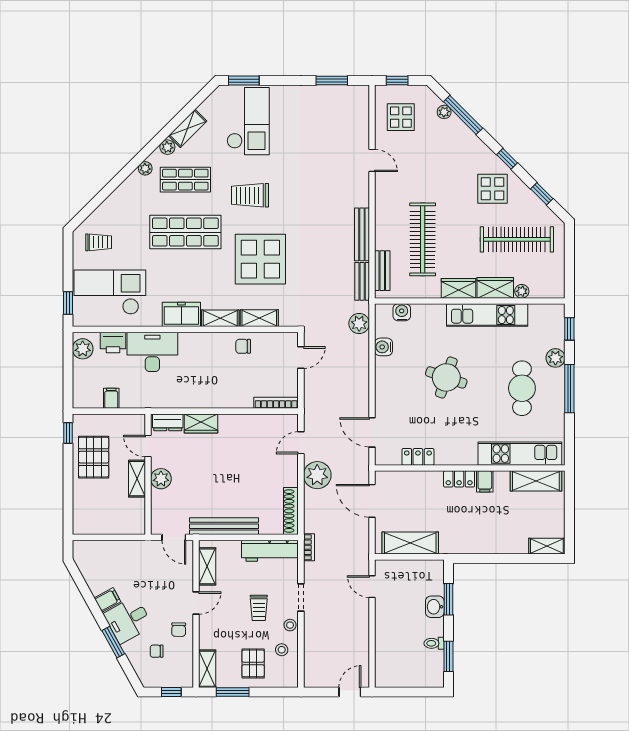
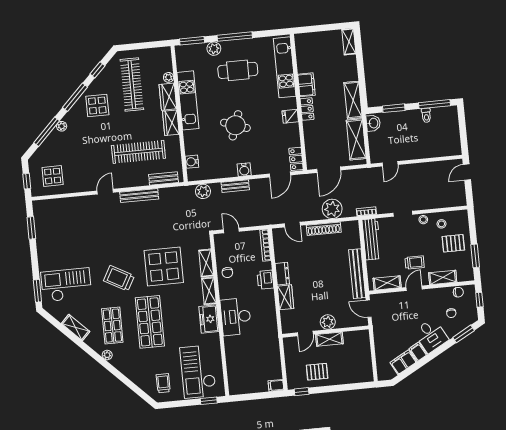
plant: (444, 112) -> (62, 126), moved
plant: (167, 147) -> (90, 341), removed
window: (507, 159) -> (75, 97), width x2.17
door: (372, 160) -> (105, 192), moved
trolley: (250, 195) -> (119, 278), turned 119
bench: (362, 281) -> (235, 186), moved
window: (569, 329) -> (192, 41), width x1.50
printer: (113, 343) -> (265, 280), moved, turned 180
water cooler: (384, 347) -> (244, 170), moved
plant: (83, 349) -> (240, 387), removed
desk: (152, 352) -> (236, 317), moved
filing cabinet: (111, 398) -> (276, 385), moved
dresser: (168, 422) -> (282, 274), moved
fridge: (451, 455) -> (290, 116), added
pallet: (94, 457) -> (317, 372), width x0.67, depth x0.71
locker: (418, 457) -> (296, 159), moved
plant: (317, 475) -> (332, 209), moved
filing cabinet: (485, 481) -> (306, 85), width x2.00
shelving: (536, 481) -> (353, 100), moved
shoe rack: (291, 511) -> (324, 229), moved
door: (174, 537) -> (369, 309), swing flipped
filing cabinet: (95, 578) -> (403, 362), added
door: (196, 603) -> (414, 288), hinge flipped
washbasin: (435, 607) -> (373, 123), moved, turned -90
trolley: (259, 608) -> (415, 262), moved
chair: (179, 630) -> (458, 292), moved
window: (113, 642) -> (464, 334), moved
window: (448, 656) -> (435, 104), width x1.44
shelving: (207, 669) -> (443, 277), moved
door: (350, 692) -> (467, 172), hinge flipped

